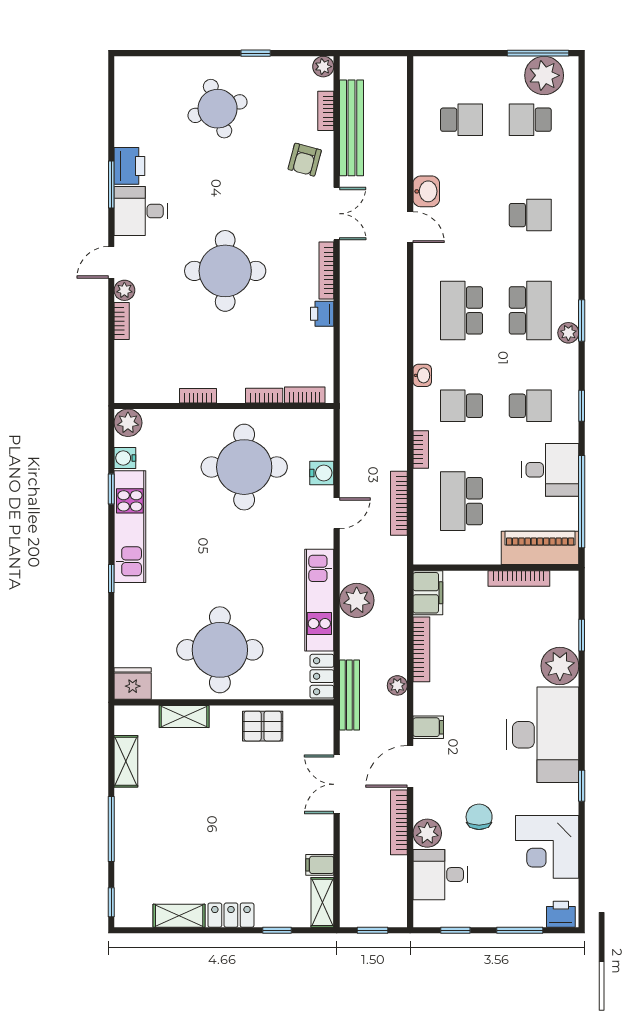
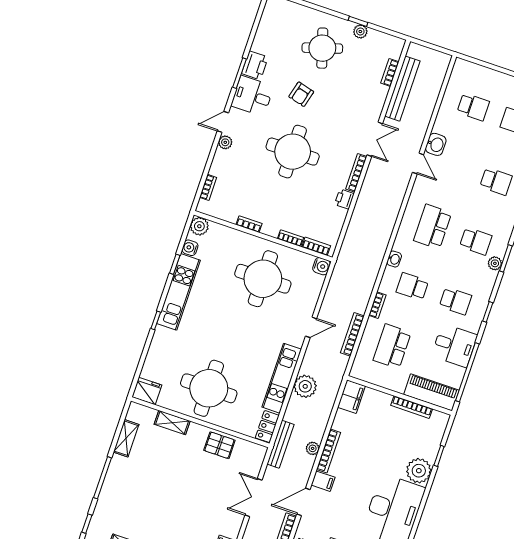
plant: (323, 67) -> (360, 32), moved
armchair: (305, 160) -> (301, 94), moved
school desk: (530, 310) -> (476, 241), width x0.54
bookcase: (122, 321) -> (208, 187), moved
water cooler: (322, 473) -> (321, 266), moved
bookcase: (421, 649) -> (329, 451), moved

